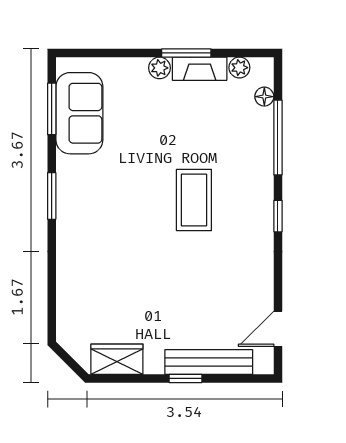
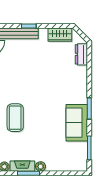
sofa: (79, 113) -> (77, 123), moved
coffee table: (194, 200) -> (15, 118), moved
dresser: (69, 316) -> (81, 54), added

